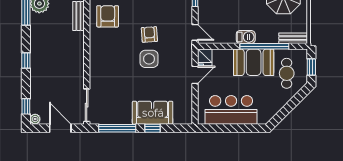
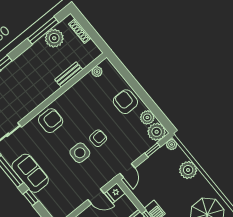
armchair: (108, 16) -> (51, 121), moved
sofa: (153, 113) -> (30, 173), moved

